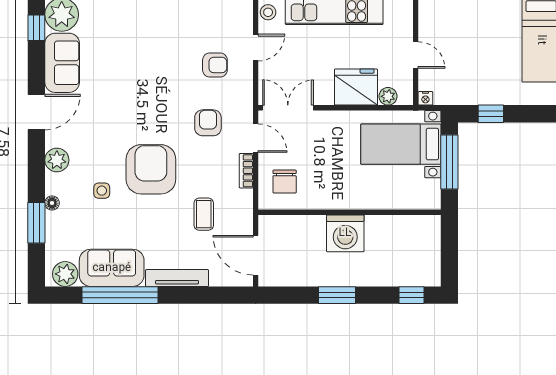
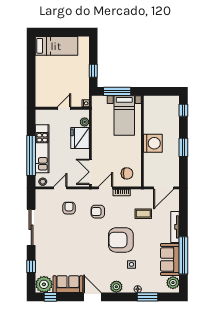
door: (256, 48) -> (60, 188), hinge flipped
bed with nightstands: (401, 144) -> (124, 116), moved

